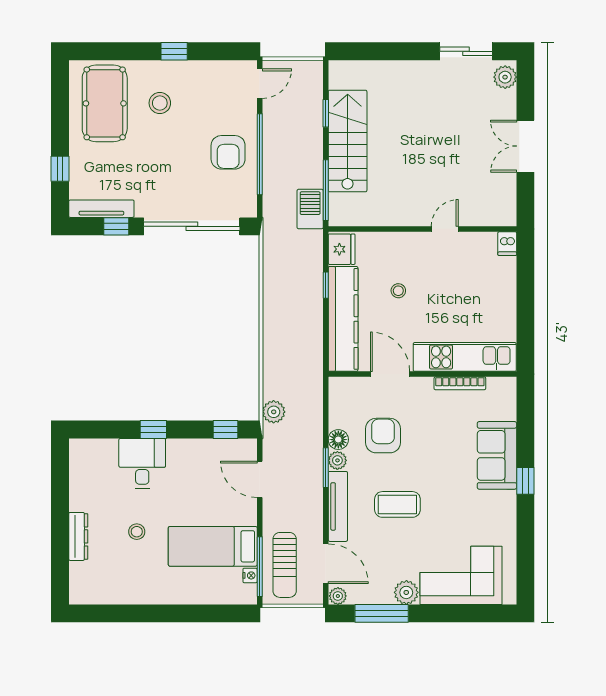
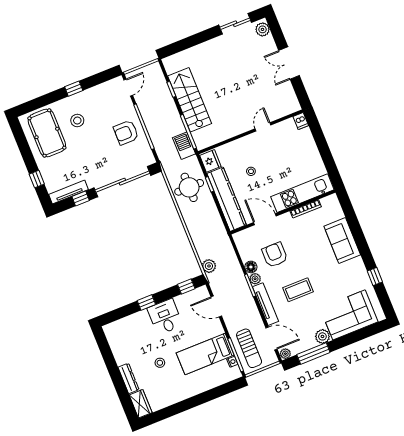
armchair: (228, 152) -> (126, 133), turned 90
round table: (292, 277) -> (189, 187), added
desk: (142, 463) -> (165, 317), moved
window: (525, 481) -> (375, 276), moved
wardrobe: (81, 583) -> (141, 404), added

